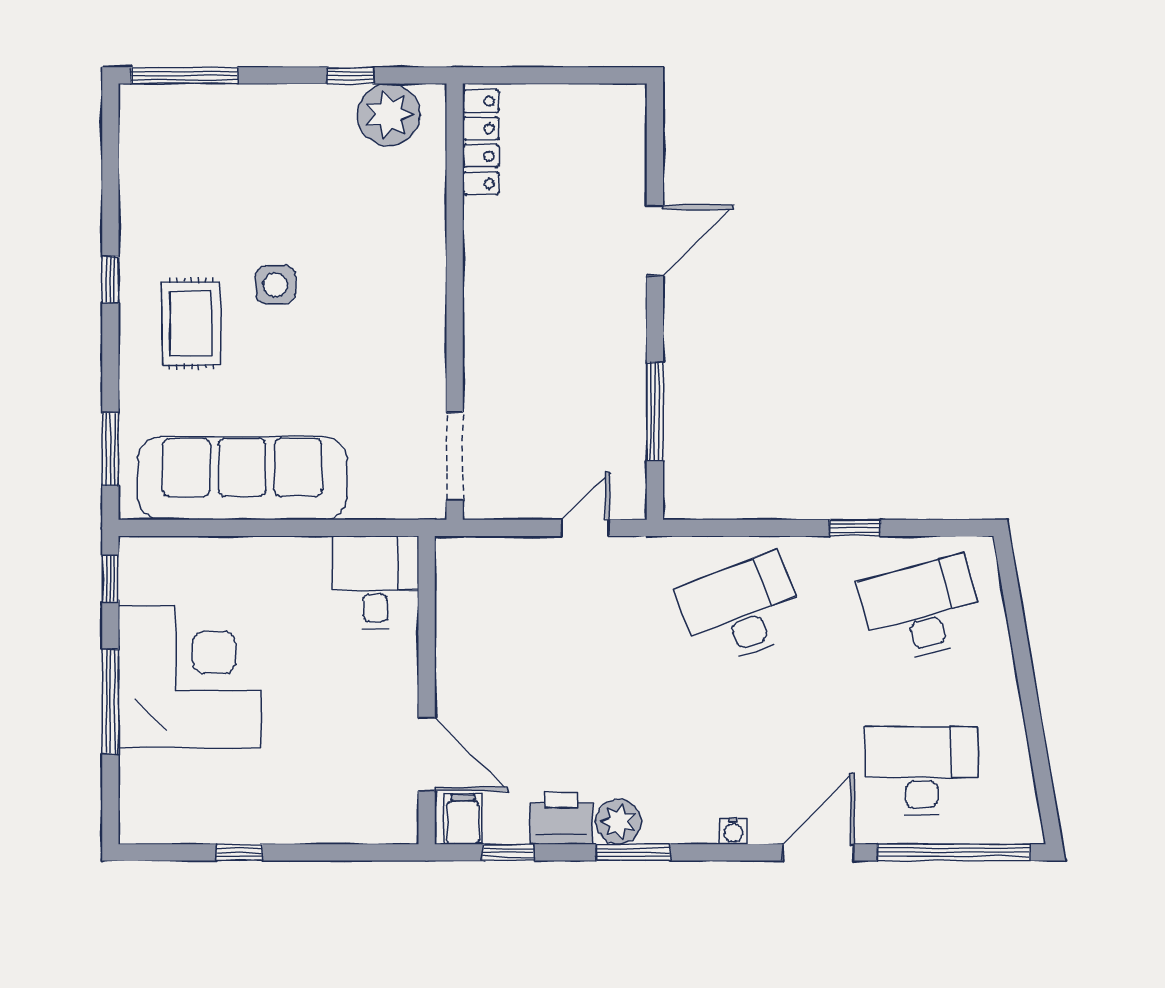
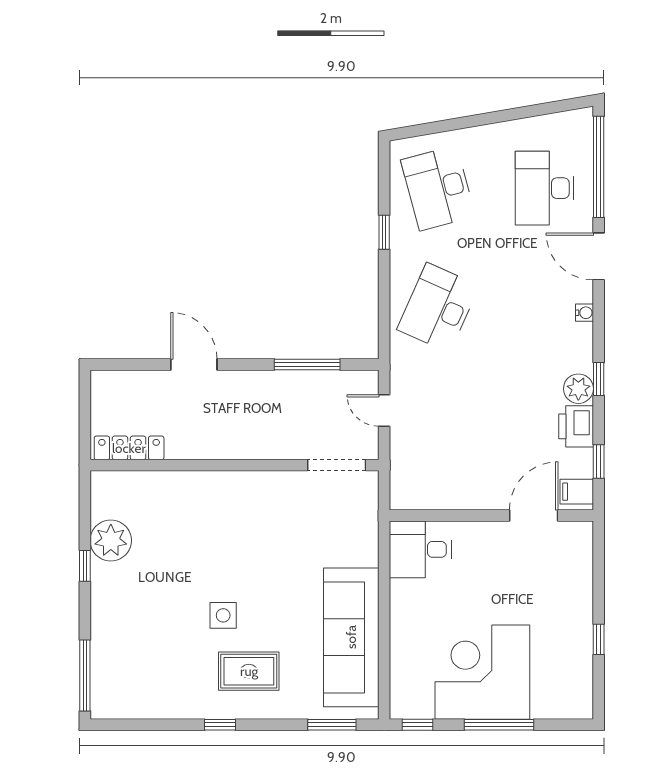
locker: (481, 142) -> (129, 448), moved
wall: (455, 302) -> (234, 465), moved
doorway: (455, 456) -> (337, 465), moved
desk: (741, 610) -> (438, 308), turned 45
window: (633, 852) -> (599, 379), width x0.67

